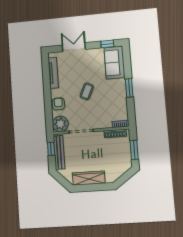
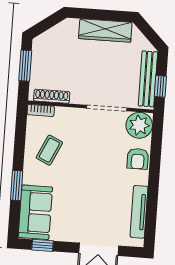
window: (129, 88) -> (17, 185), moved
coffee table: (87, 91) -> (49, 150), moved

